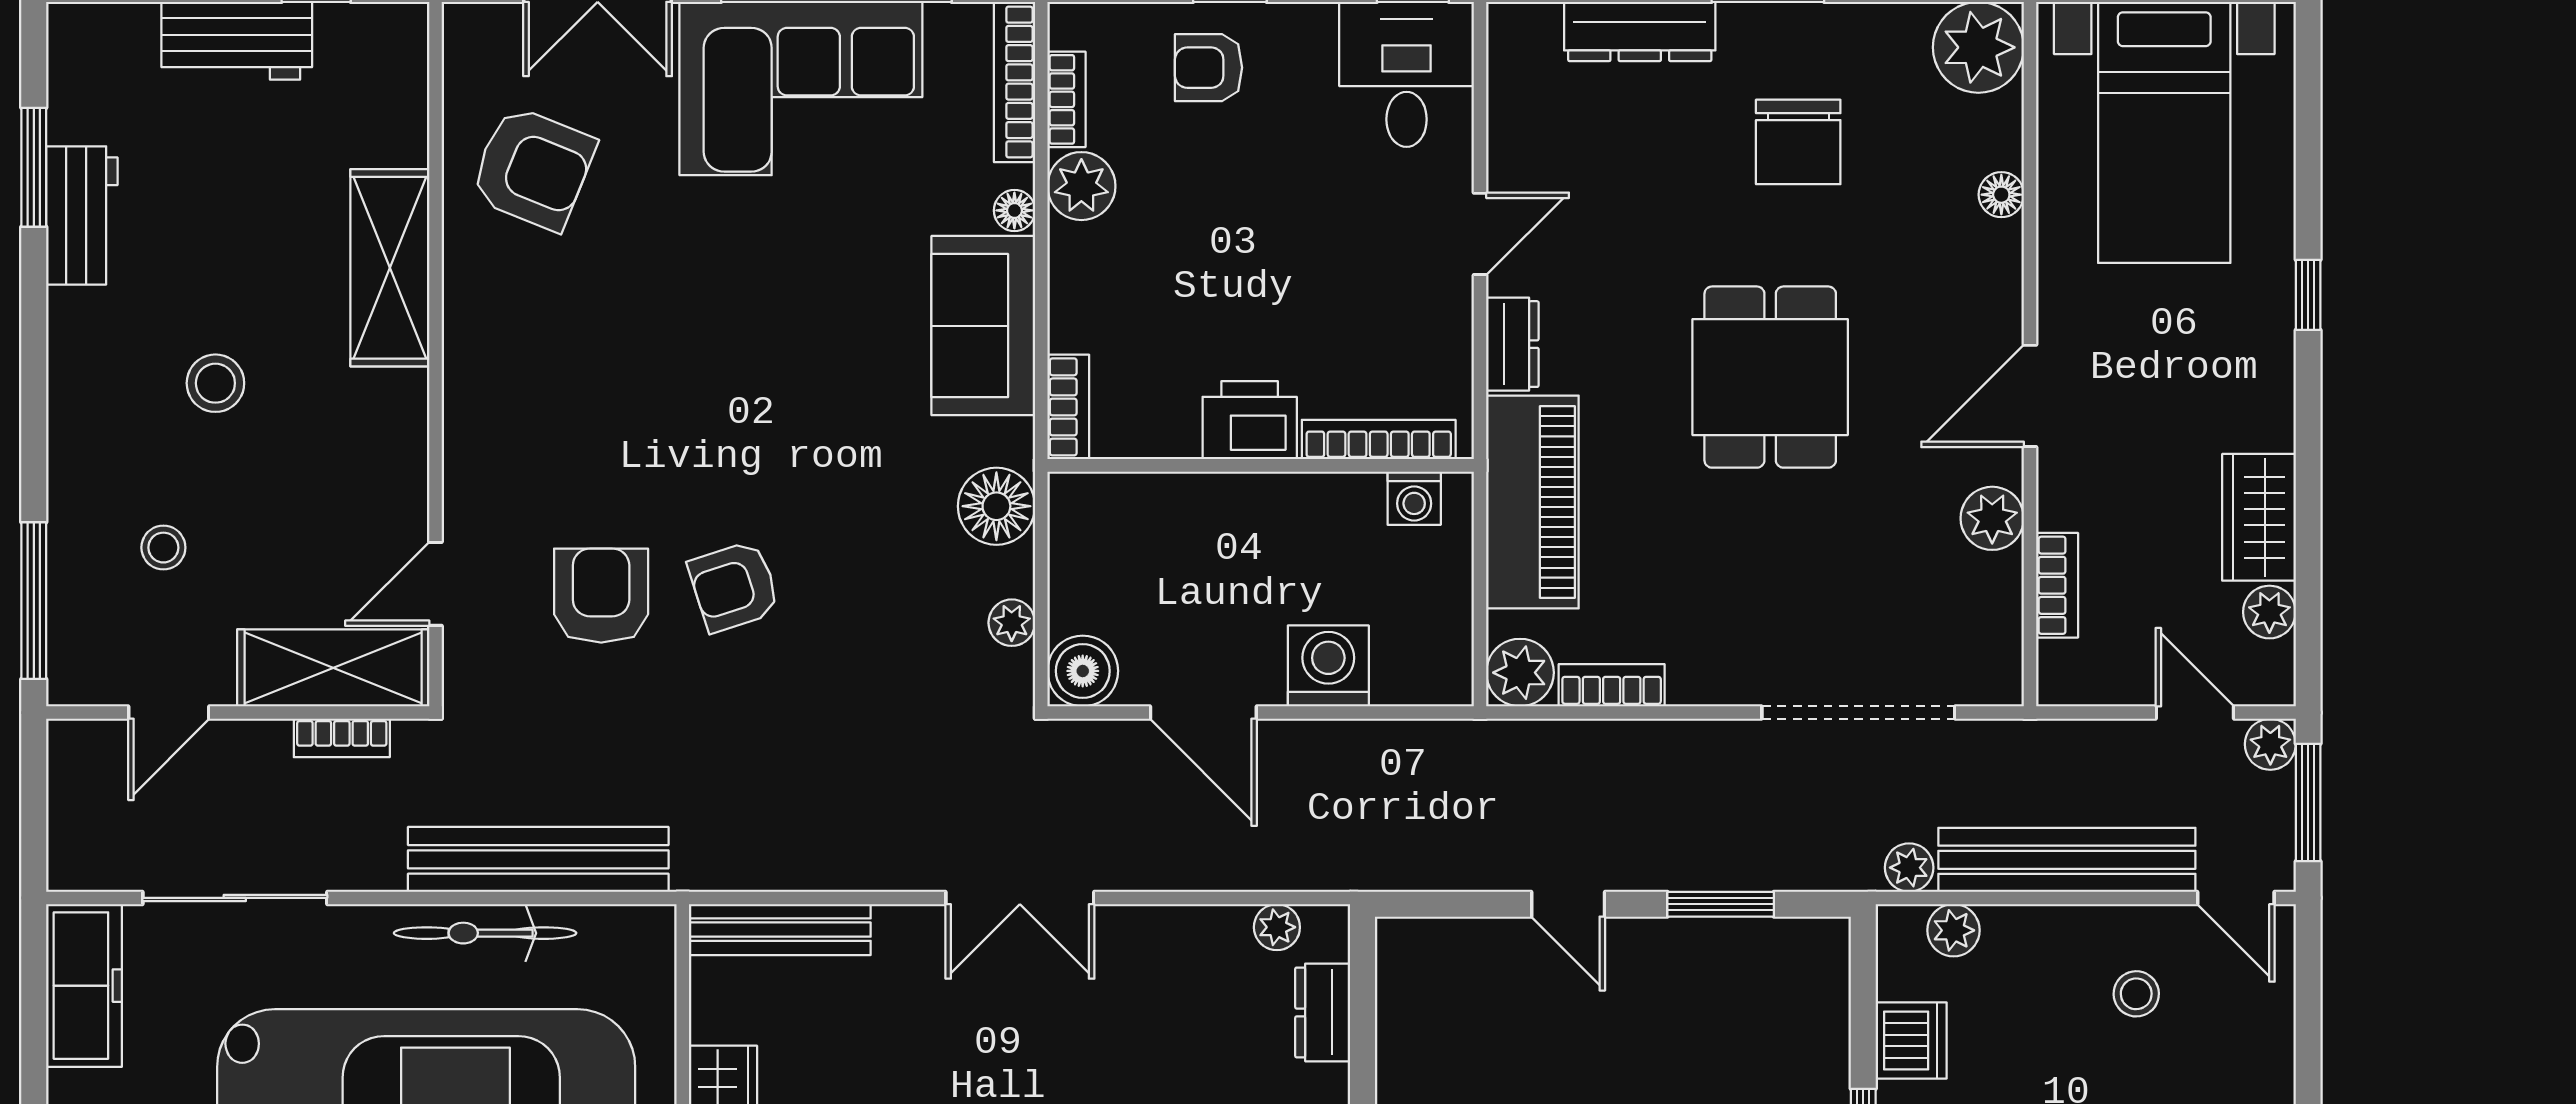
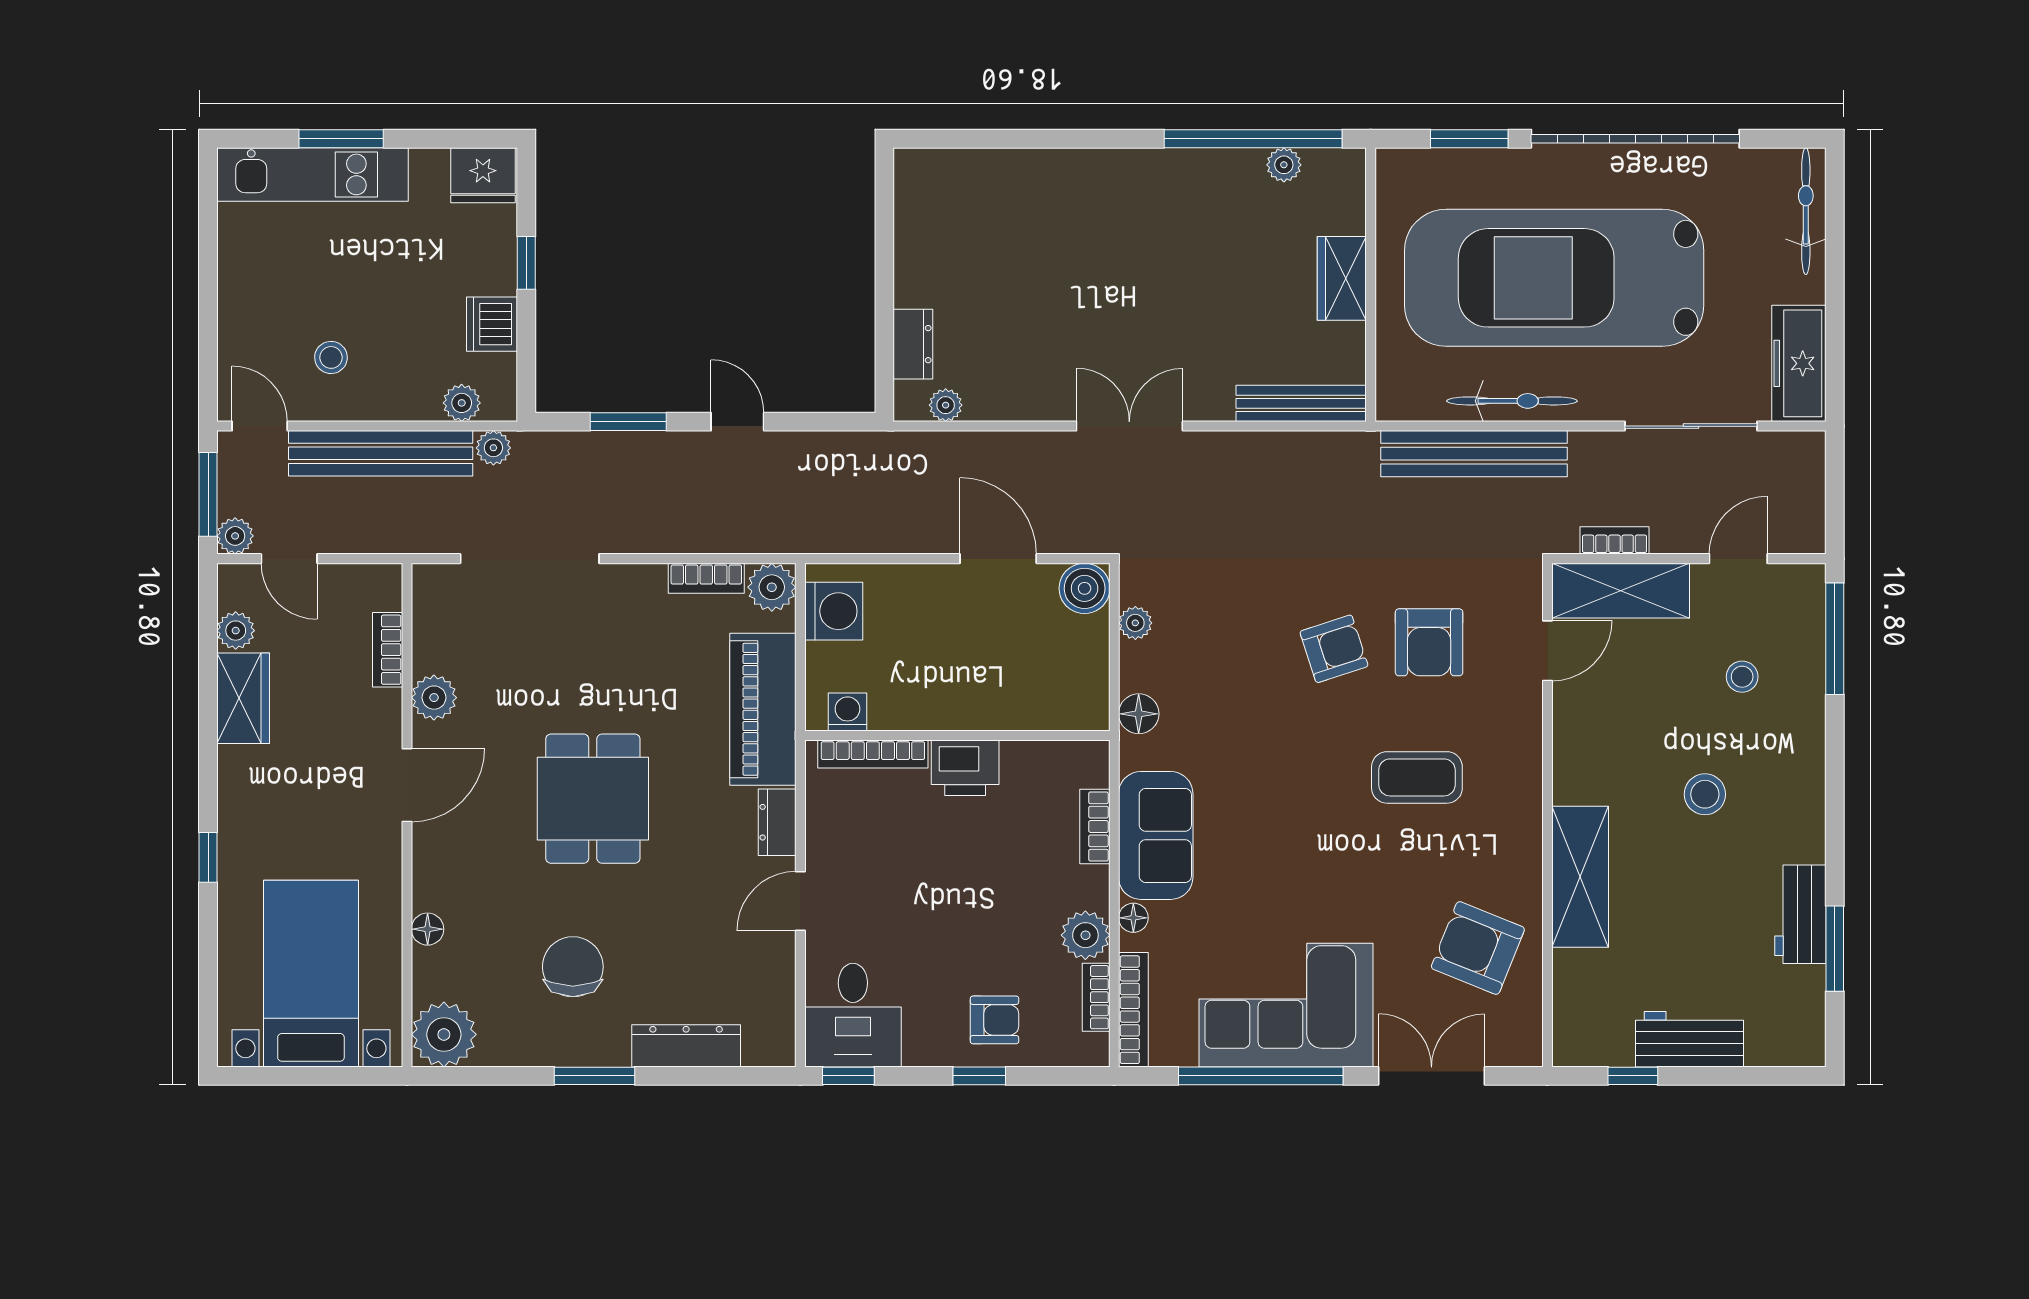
coffee table: (618, 407) -> (1417, 777), added
bookcase: (1068, 407) -> (1095, 827), moved
floor lamp: (996, 506) -> (1139, 714), width x0.73, depth x0.73
washing machine: (1328, 666) -> (834, 611), moved, turned -90

